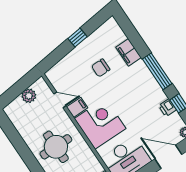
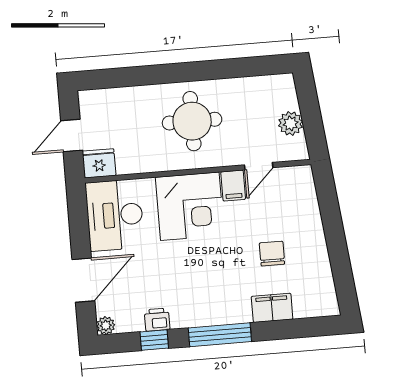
window: (77, 38) -> (337, 244), removed

